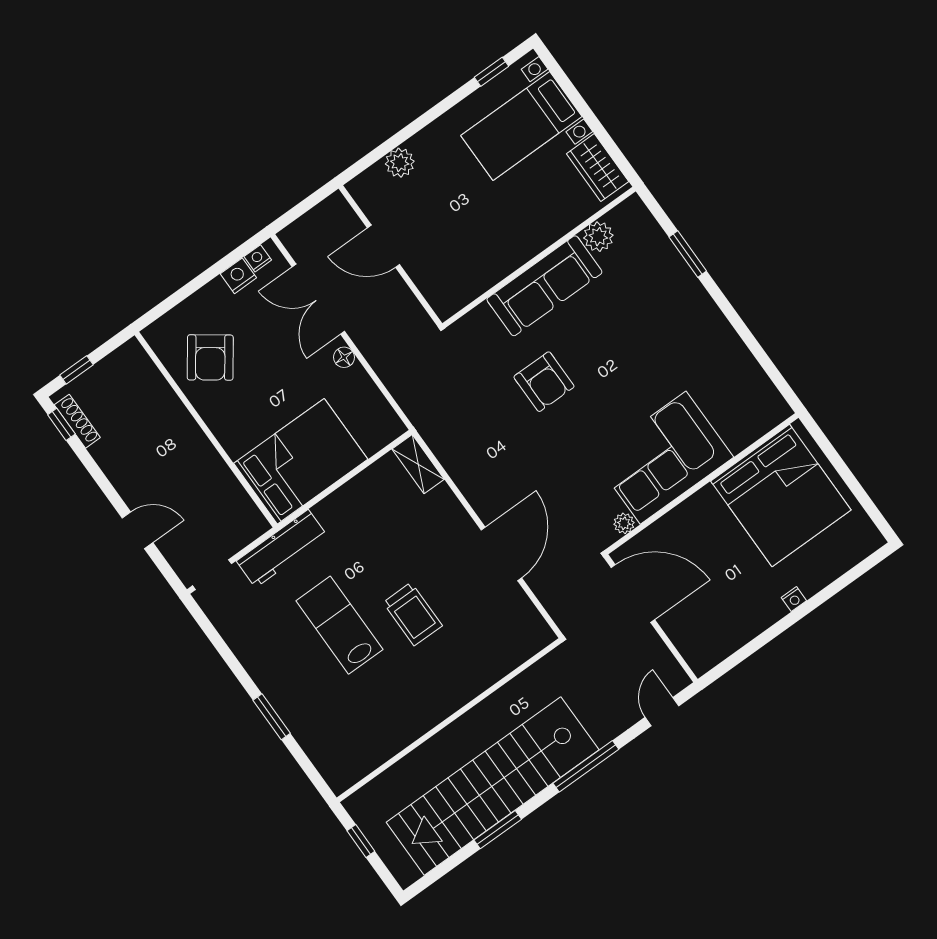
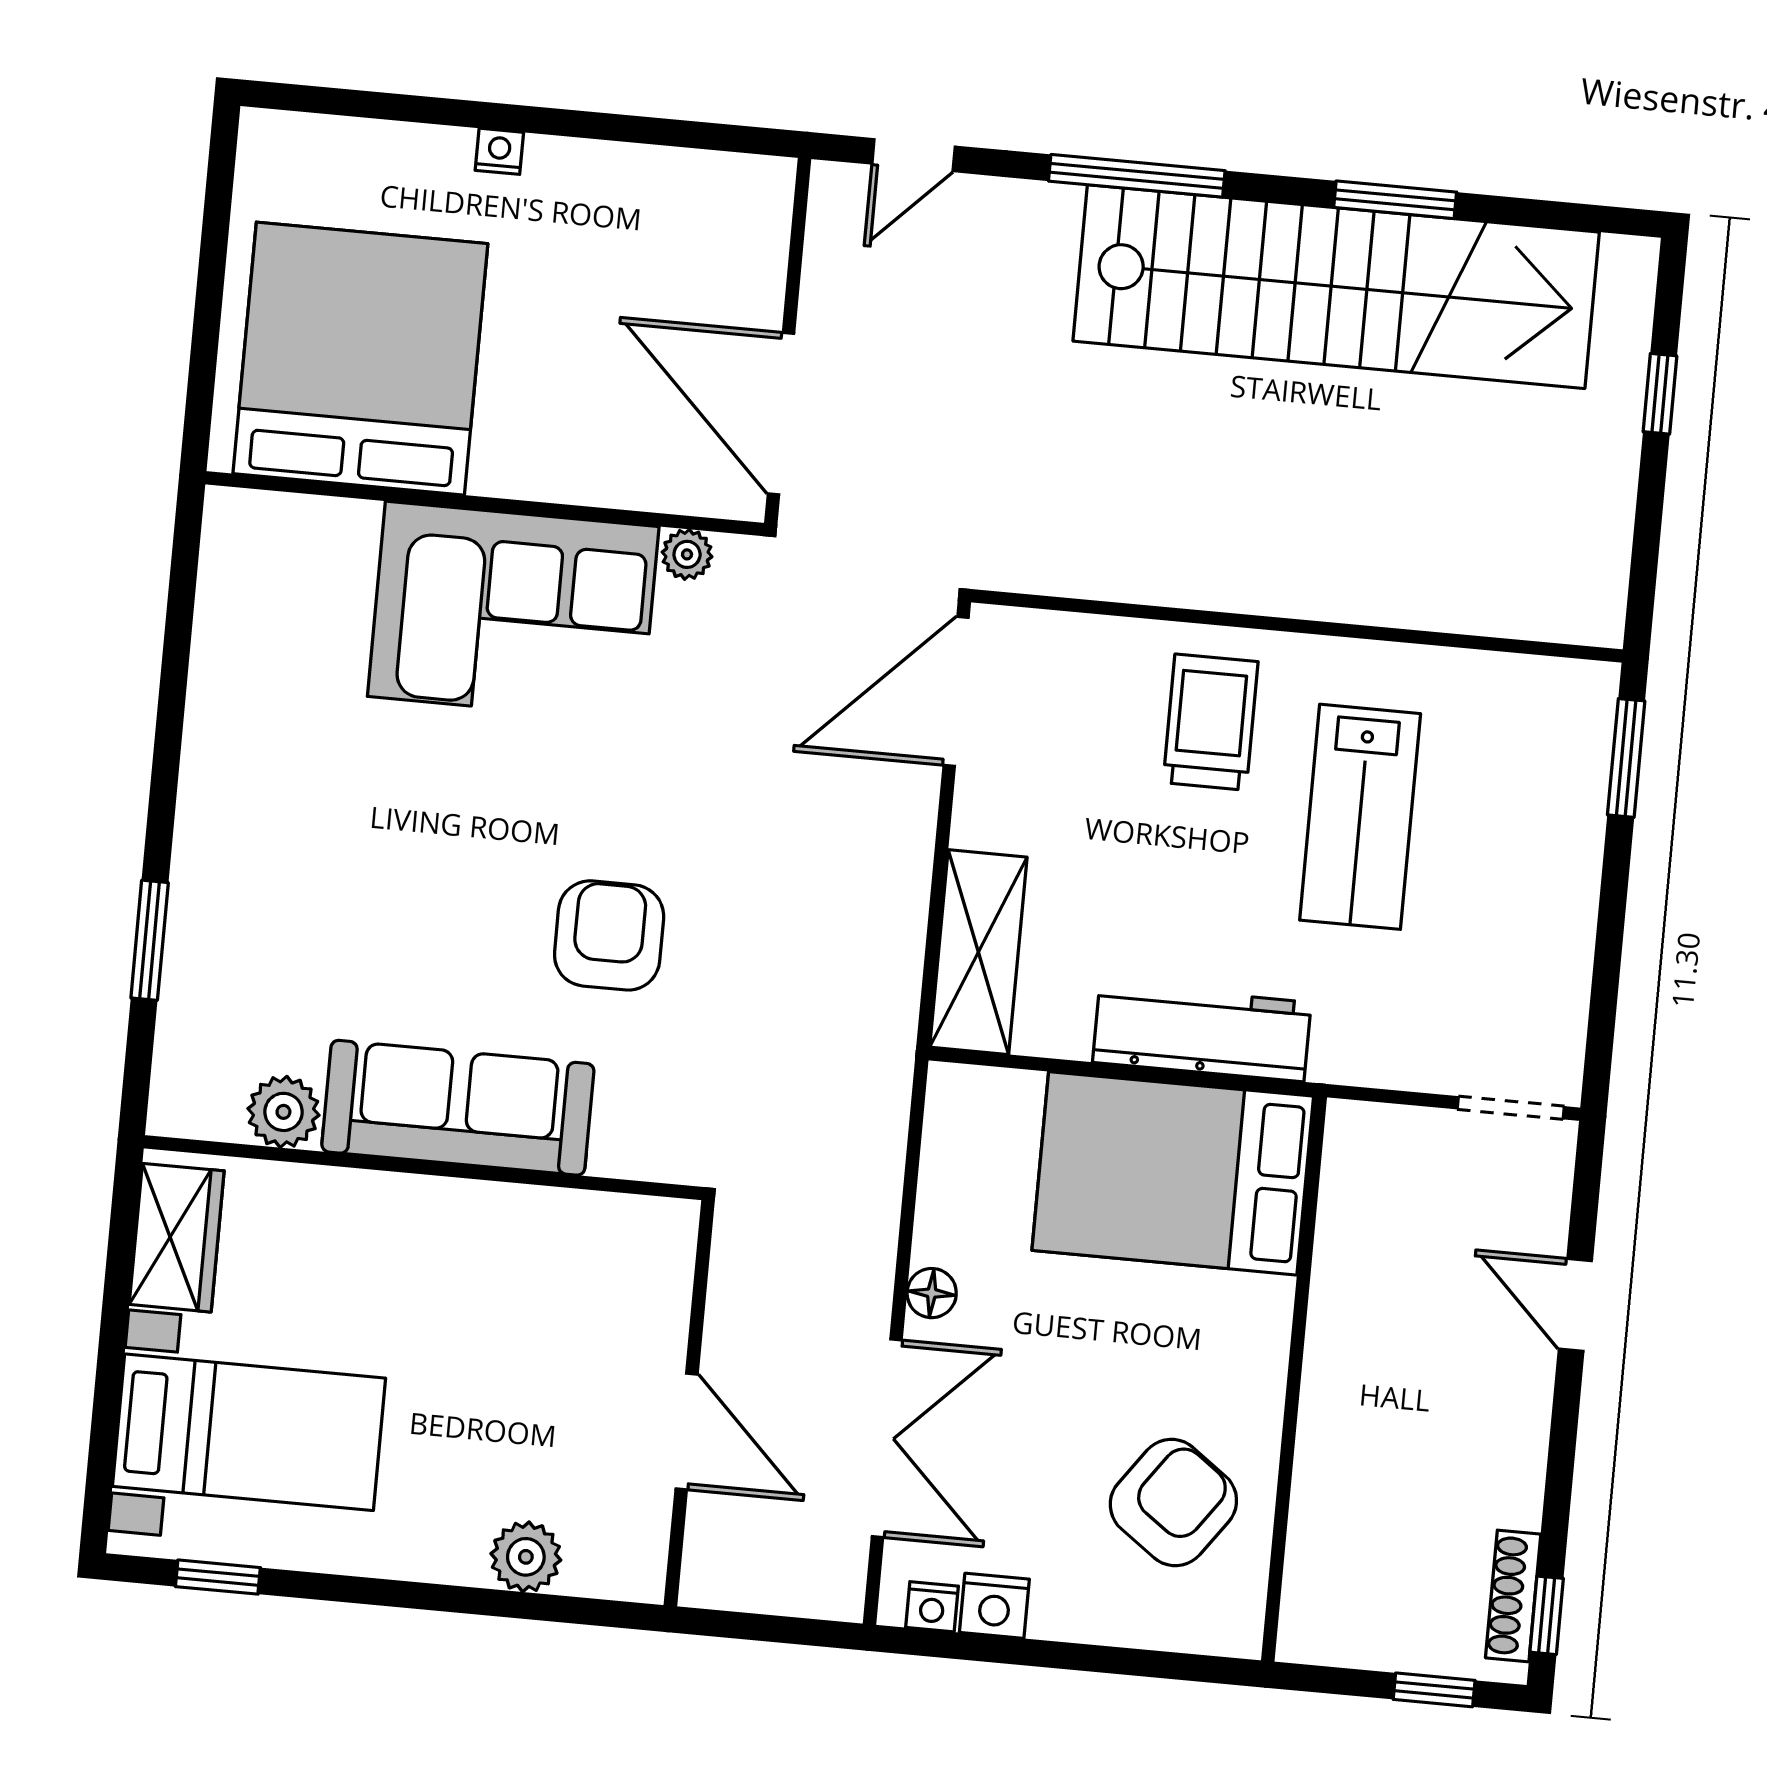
shelving: (418, 464) -> (978, 952), width x1.50, depth x1.33
workbench: (282, 548) -> (1202, 1032), moved
wall: (449, 720) -> (1297, 626), moved

